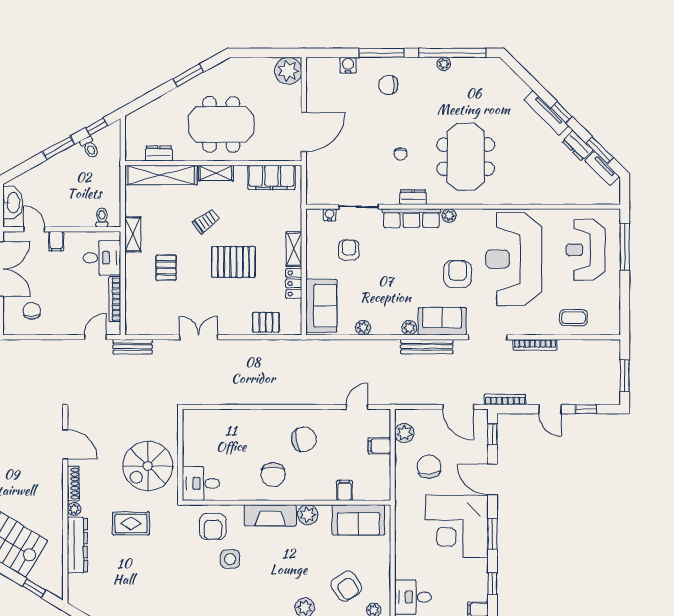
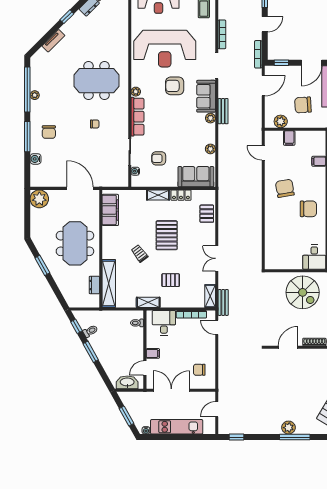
tv unit: (546, 113) -> (53, 41), moved, width x0.71
shelving: (216, 173) -> (210, 296), moved
dresser: (413, 197) -> (123, 116), removed
bench: (427, 347) -> (223, 111), width x0.73

